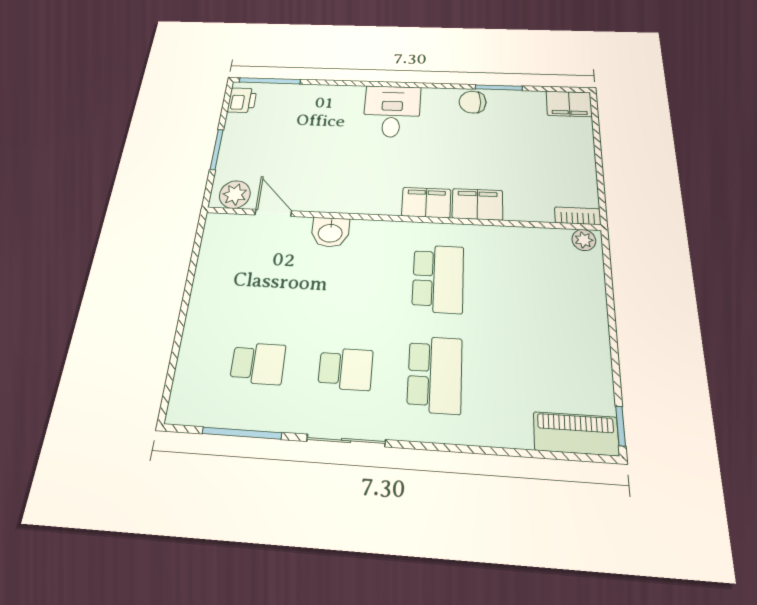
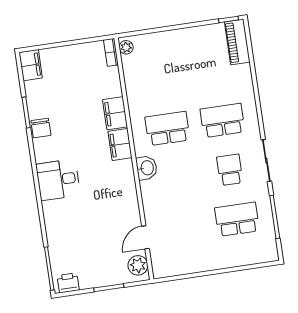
washbasin: (330, 232) -> (147, 168), moved
school desk: (258, 363) -> (237, 219), width x1.85

